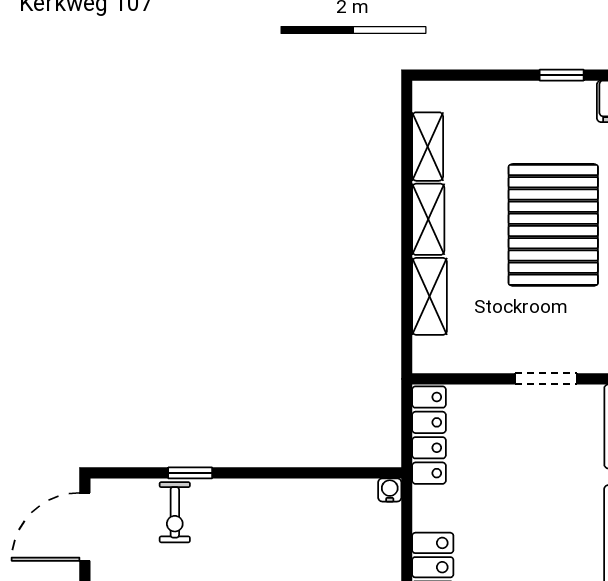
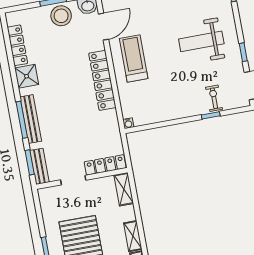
shelving: (430, 296) -> (124, 189), moved
locker: (429, 435) -> (105, 165), moved, turned 90

